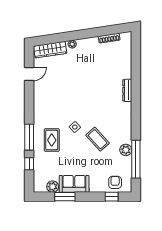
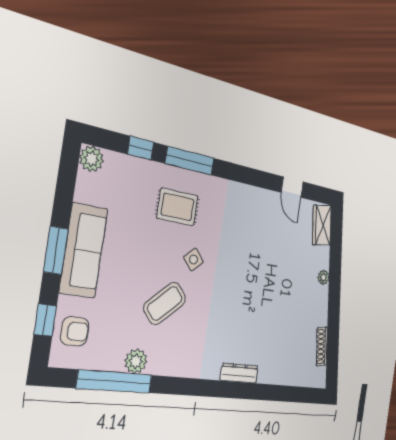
wardrobe: (50, 50) -> (322, 225), width x0.67
sofa: (74, 184) -> (84, 251), width x1.36
plant: (53, 187) -> (92, 159), moved
window: (65, 197) -> (56, 250), moved

